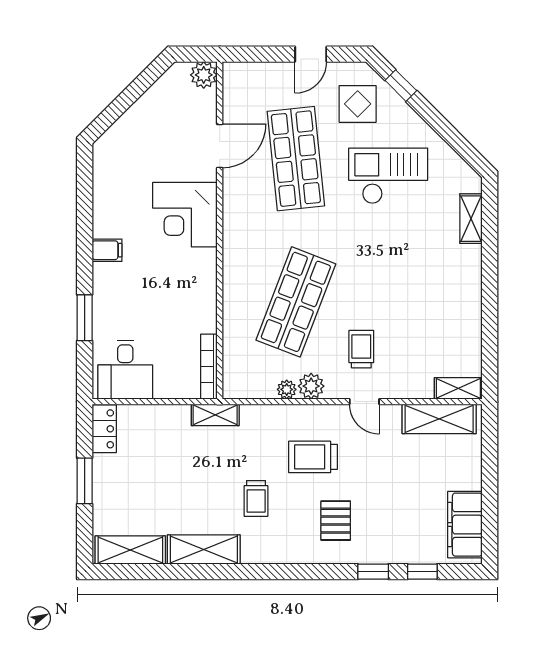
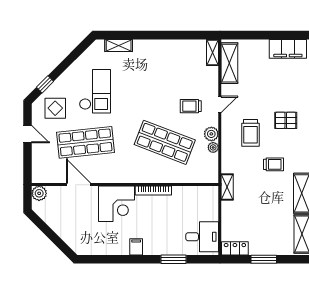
checkout: (388, 176) -> (95, 91), turned 180
bookcase: (209, 367) -> (153, 190), moved

